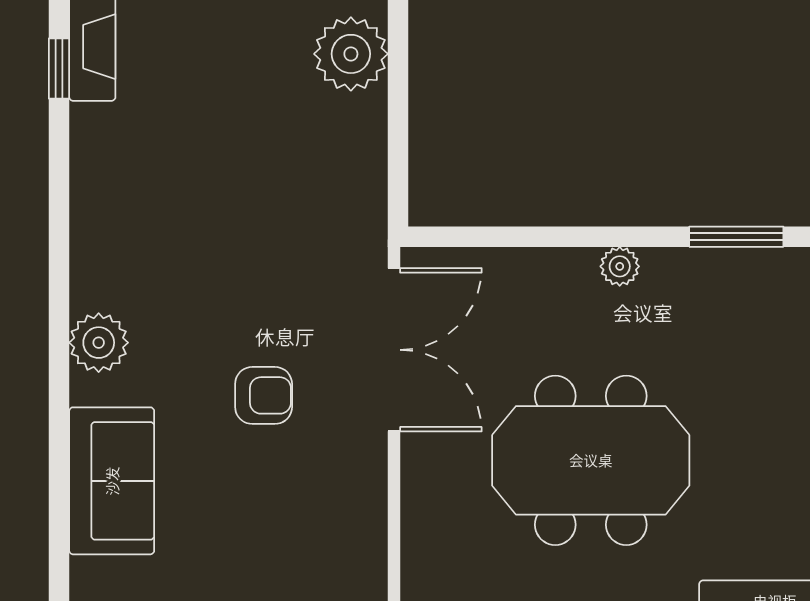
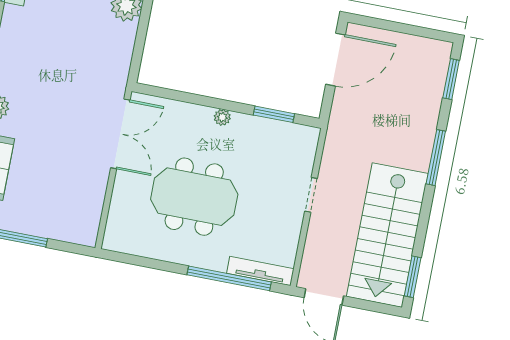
armchair: (264, 395) -> (62, 143), removed

